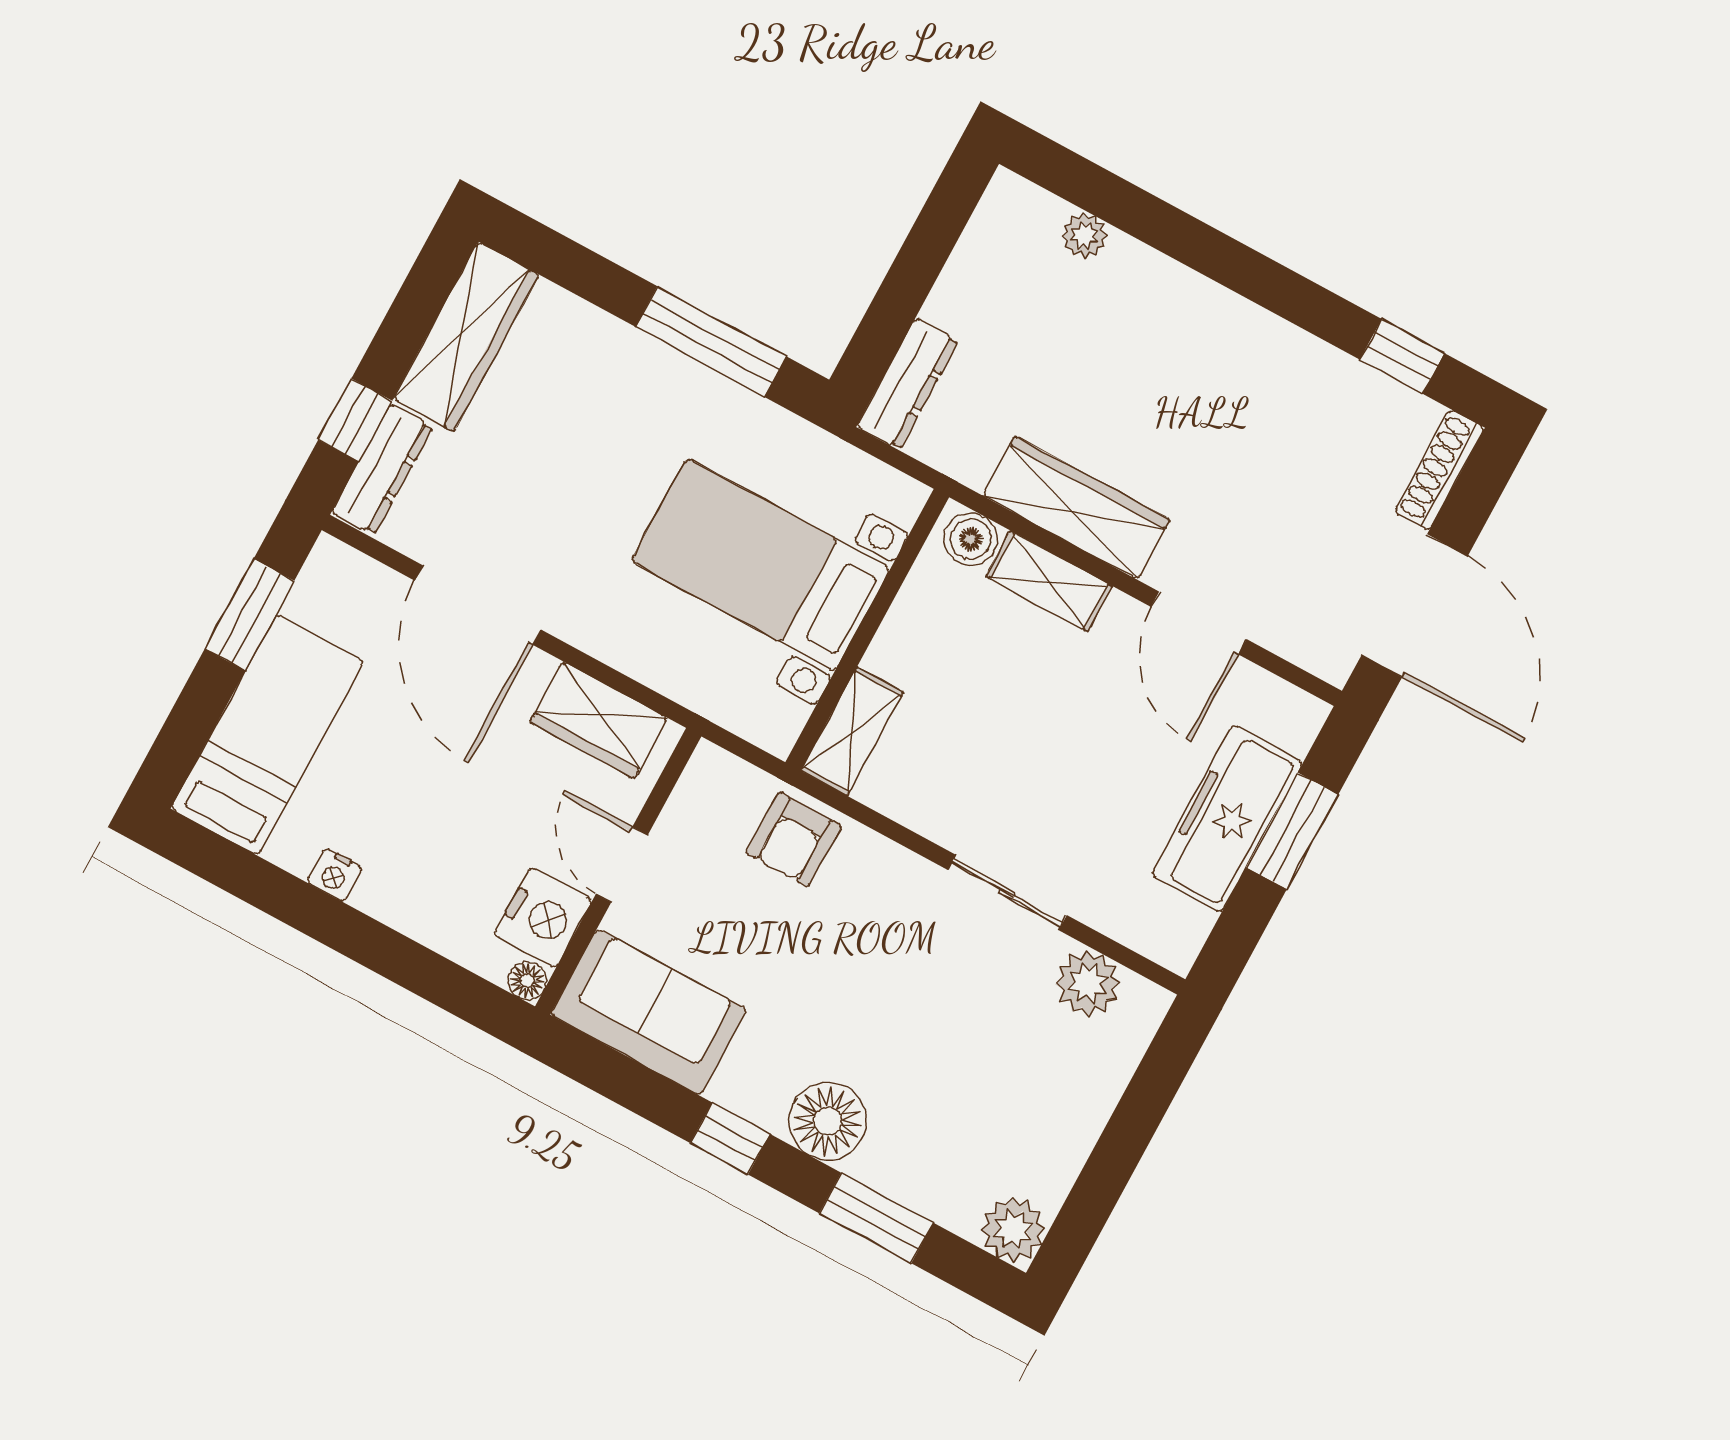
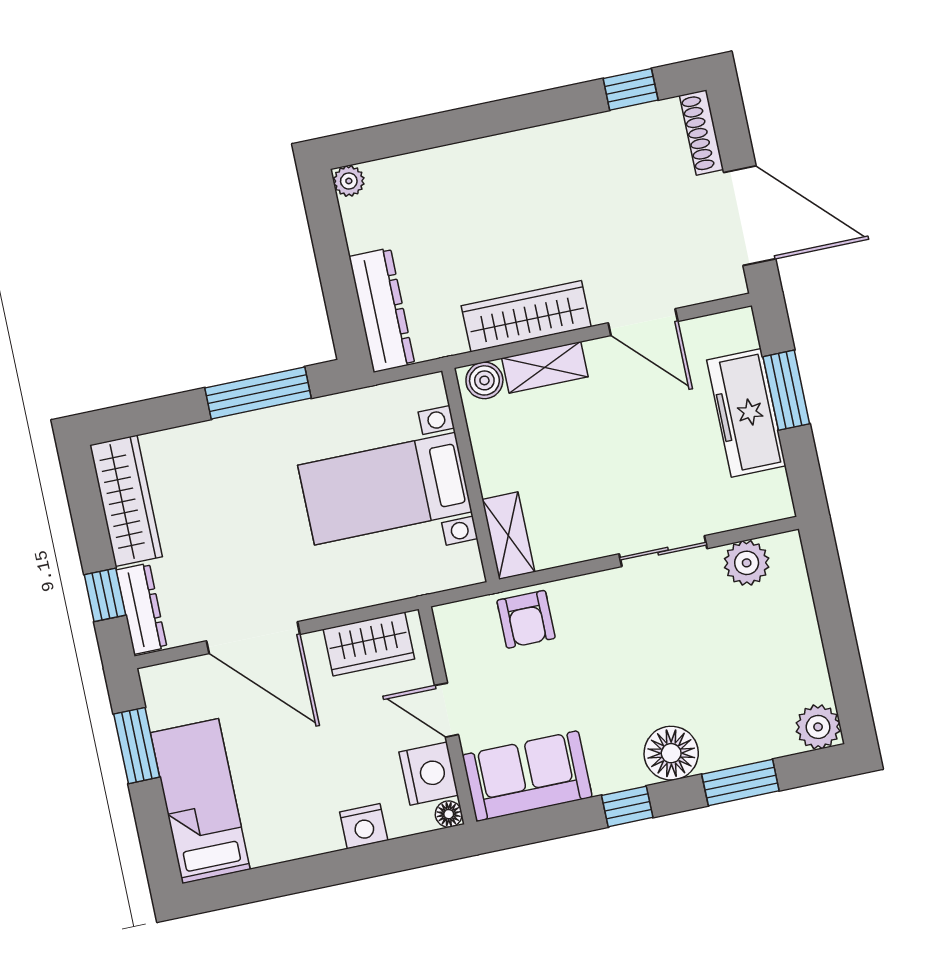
plant: (1084, 236) -> (349, 181), moved
dresser: (908, 384) -> (382, 310), width x1.37, depth x1.24
nightstand: (335, 875) -> (364, 826), moved, width x1.39, depth x1.35

